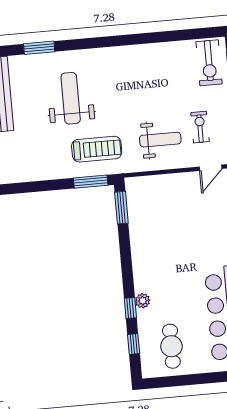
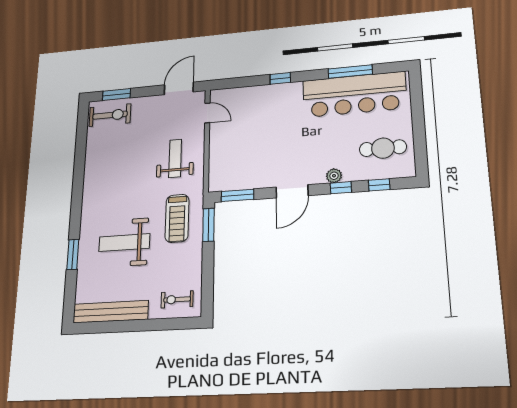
window: (39, 48) -> (73, 254), moved
exercise bike: (200, 127) -> (177, 299), moved
treadmill: (97, 149) -> (177, 218), turned 180
door: (126, 261) -> (292, 191), added

